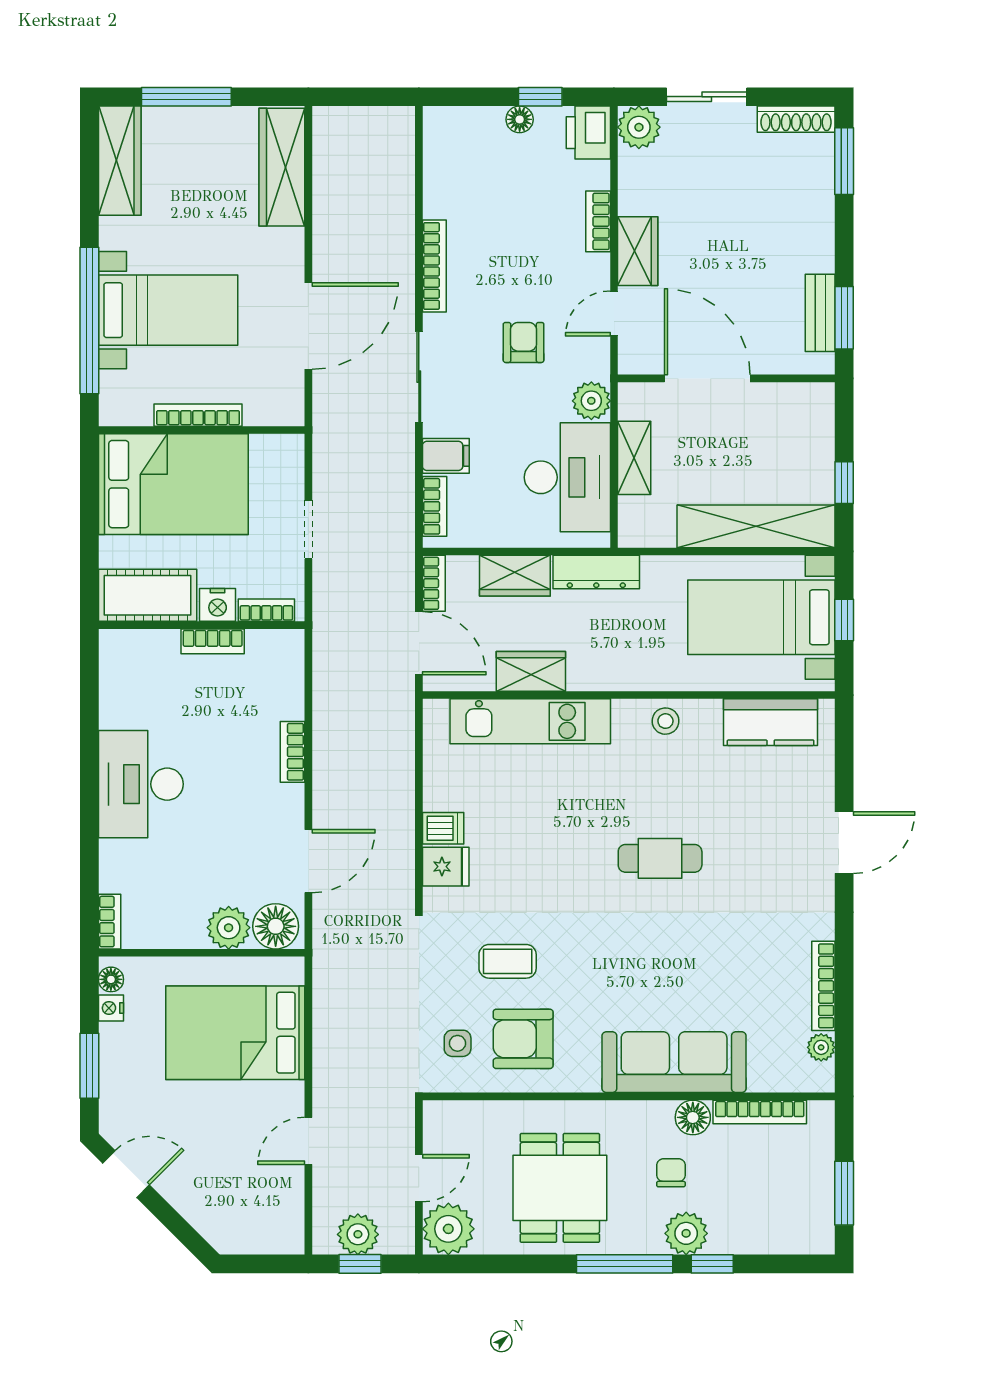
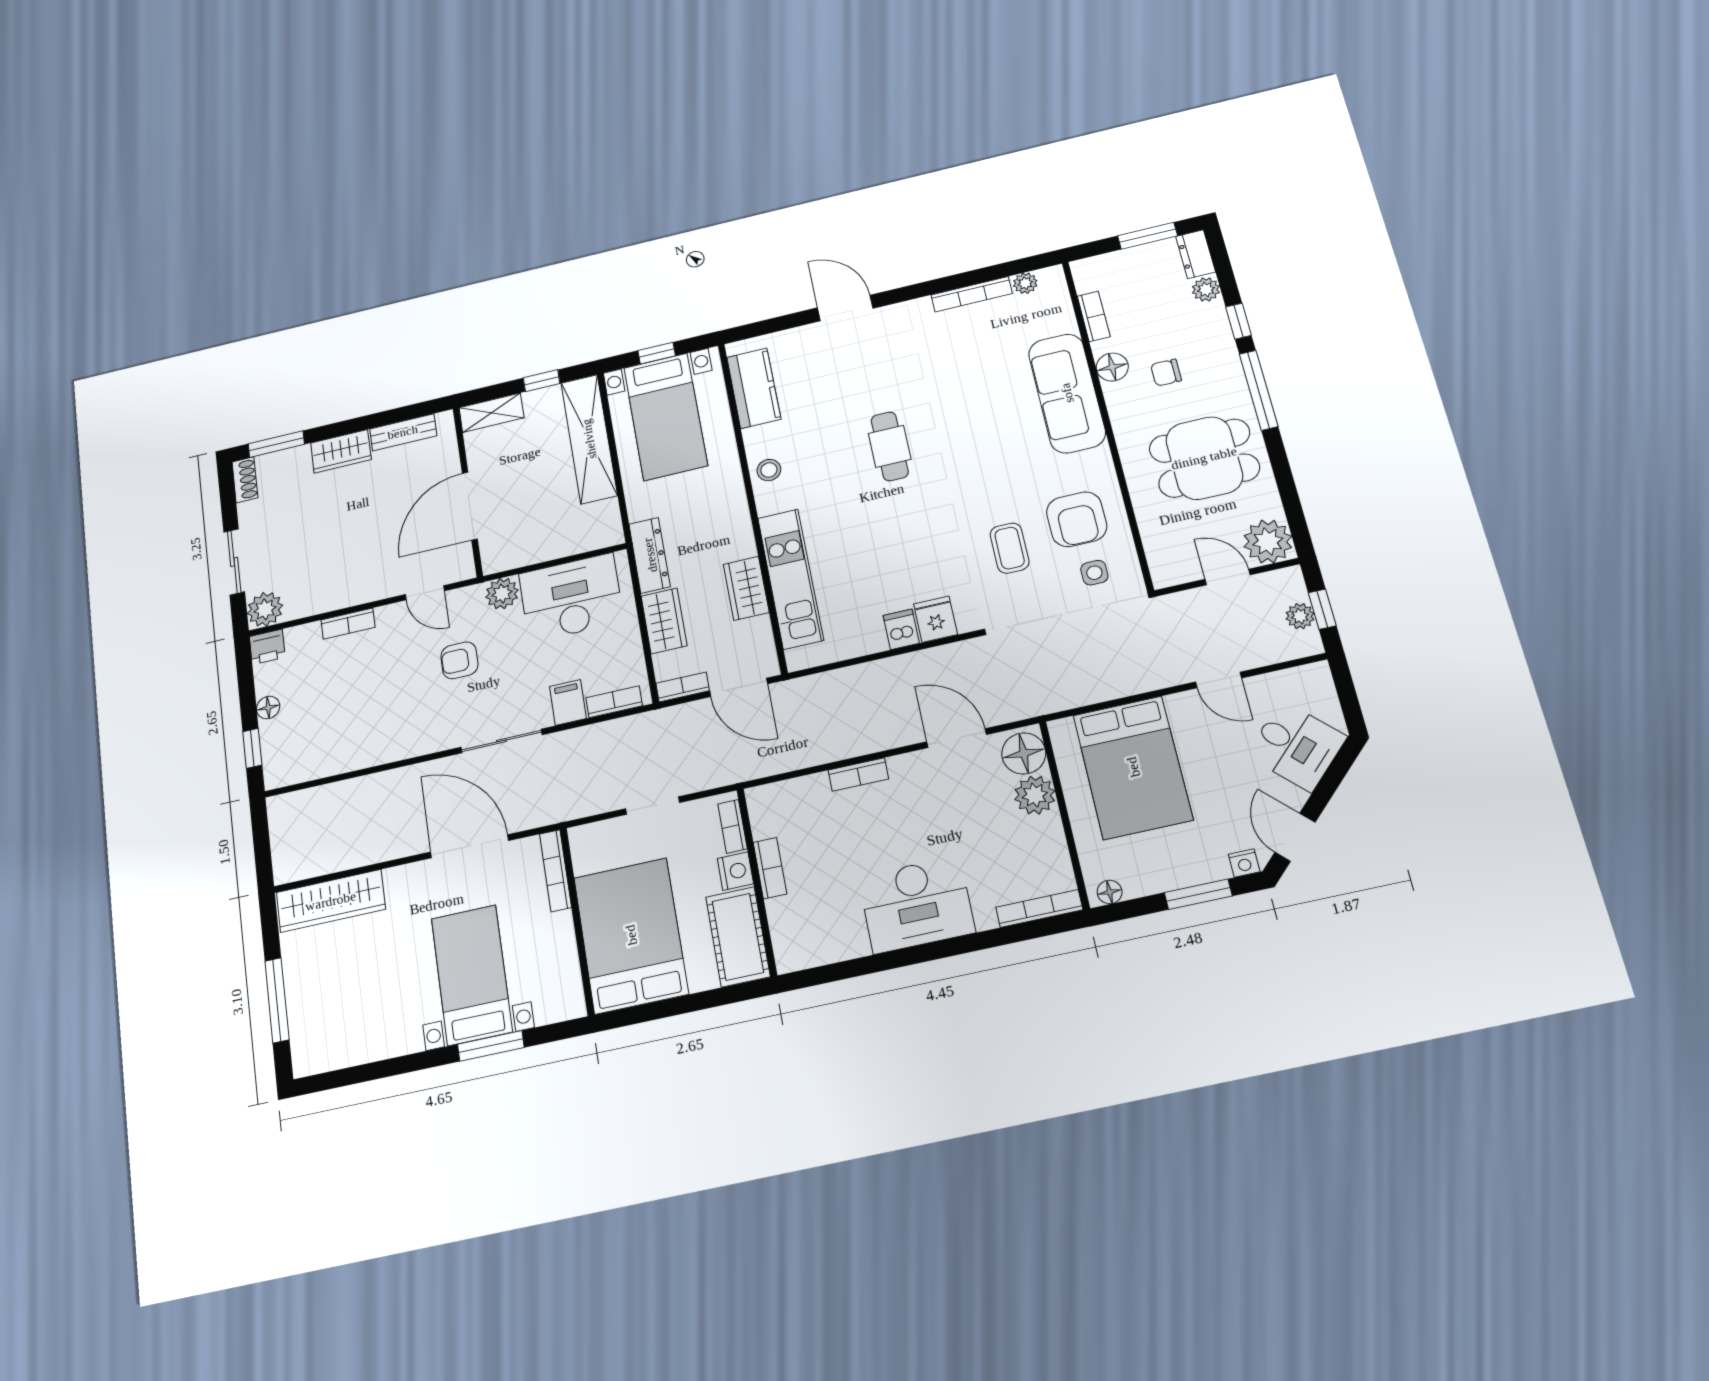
window: (540, 97) -> (252, 748), moved
shoe rack: (796, 119) -> (245, 480), width x0.70
printer: (588, 133) -> (267, 647), width x0.73, depth x0.81
wardrobe: (120, 161) -> (341, 1049), removed
wardrobe: (638, 251) -> (341, 451), moved, turned 180
bookcase: (434, 266) -> (403, 750), removed
window: (844, 318) -> (405, 413), removed
window: (89, 320) -> (491, 1046), width x0.47
bookcase: (198, 415) -> (555, 870), moved
shelving: (634, 458) -> (491, 413), moved
door: (419, 643) -> (739, 687), swing flipped
bookcase: (110, 922) -> (1039, 909), width x1.56
nightstand: (111, 1008) -> (1244, 863), moved
bookcase: (760, 1112) -> (1094, 316), width x0.64
desk: (220, 1200) -> (1296, 746), added
plant: (686, 1233) -> (1206, 290), moved, width x0.73, depth x0.73
plant: (358, 1234) -> (1300, 616), width x0.73, depth x0.73
dresser: (807, 1239) -> (1195, 254), added

